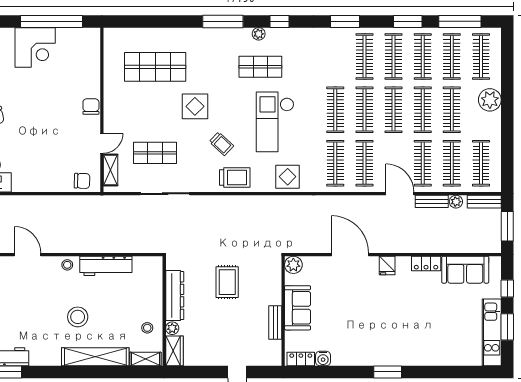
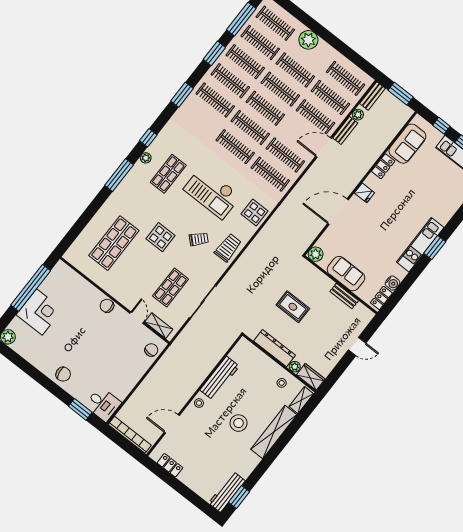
kitchen unit: (379, 356) -> (420, 245), added

